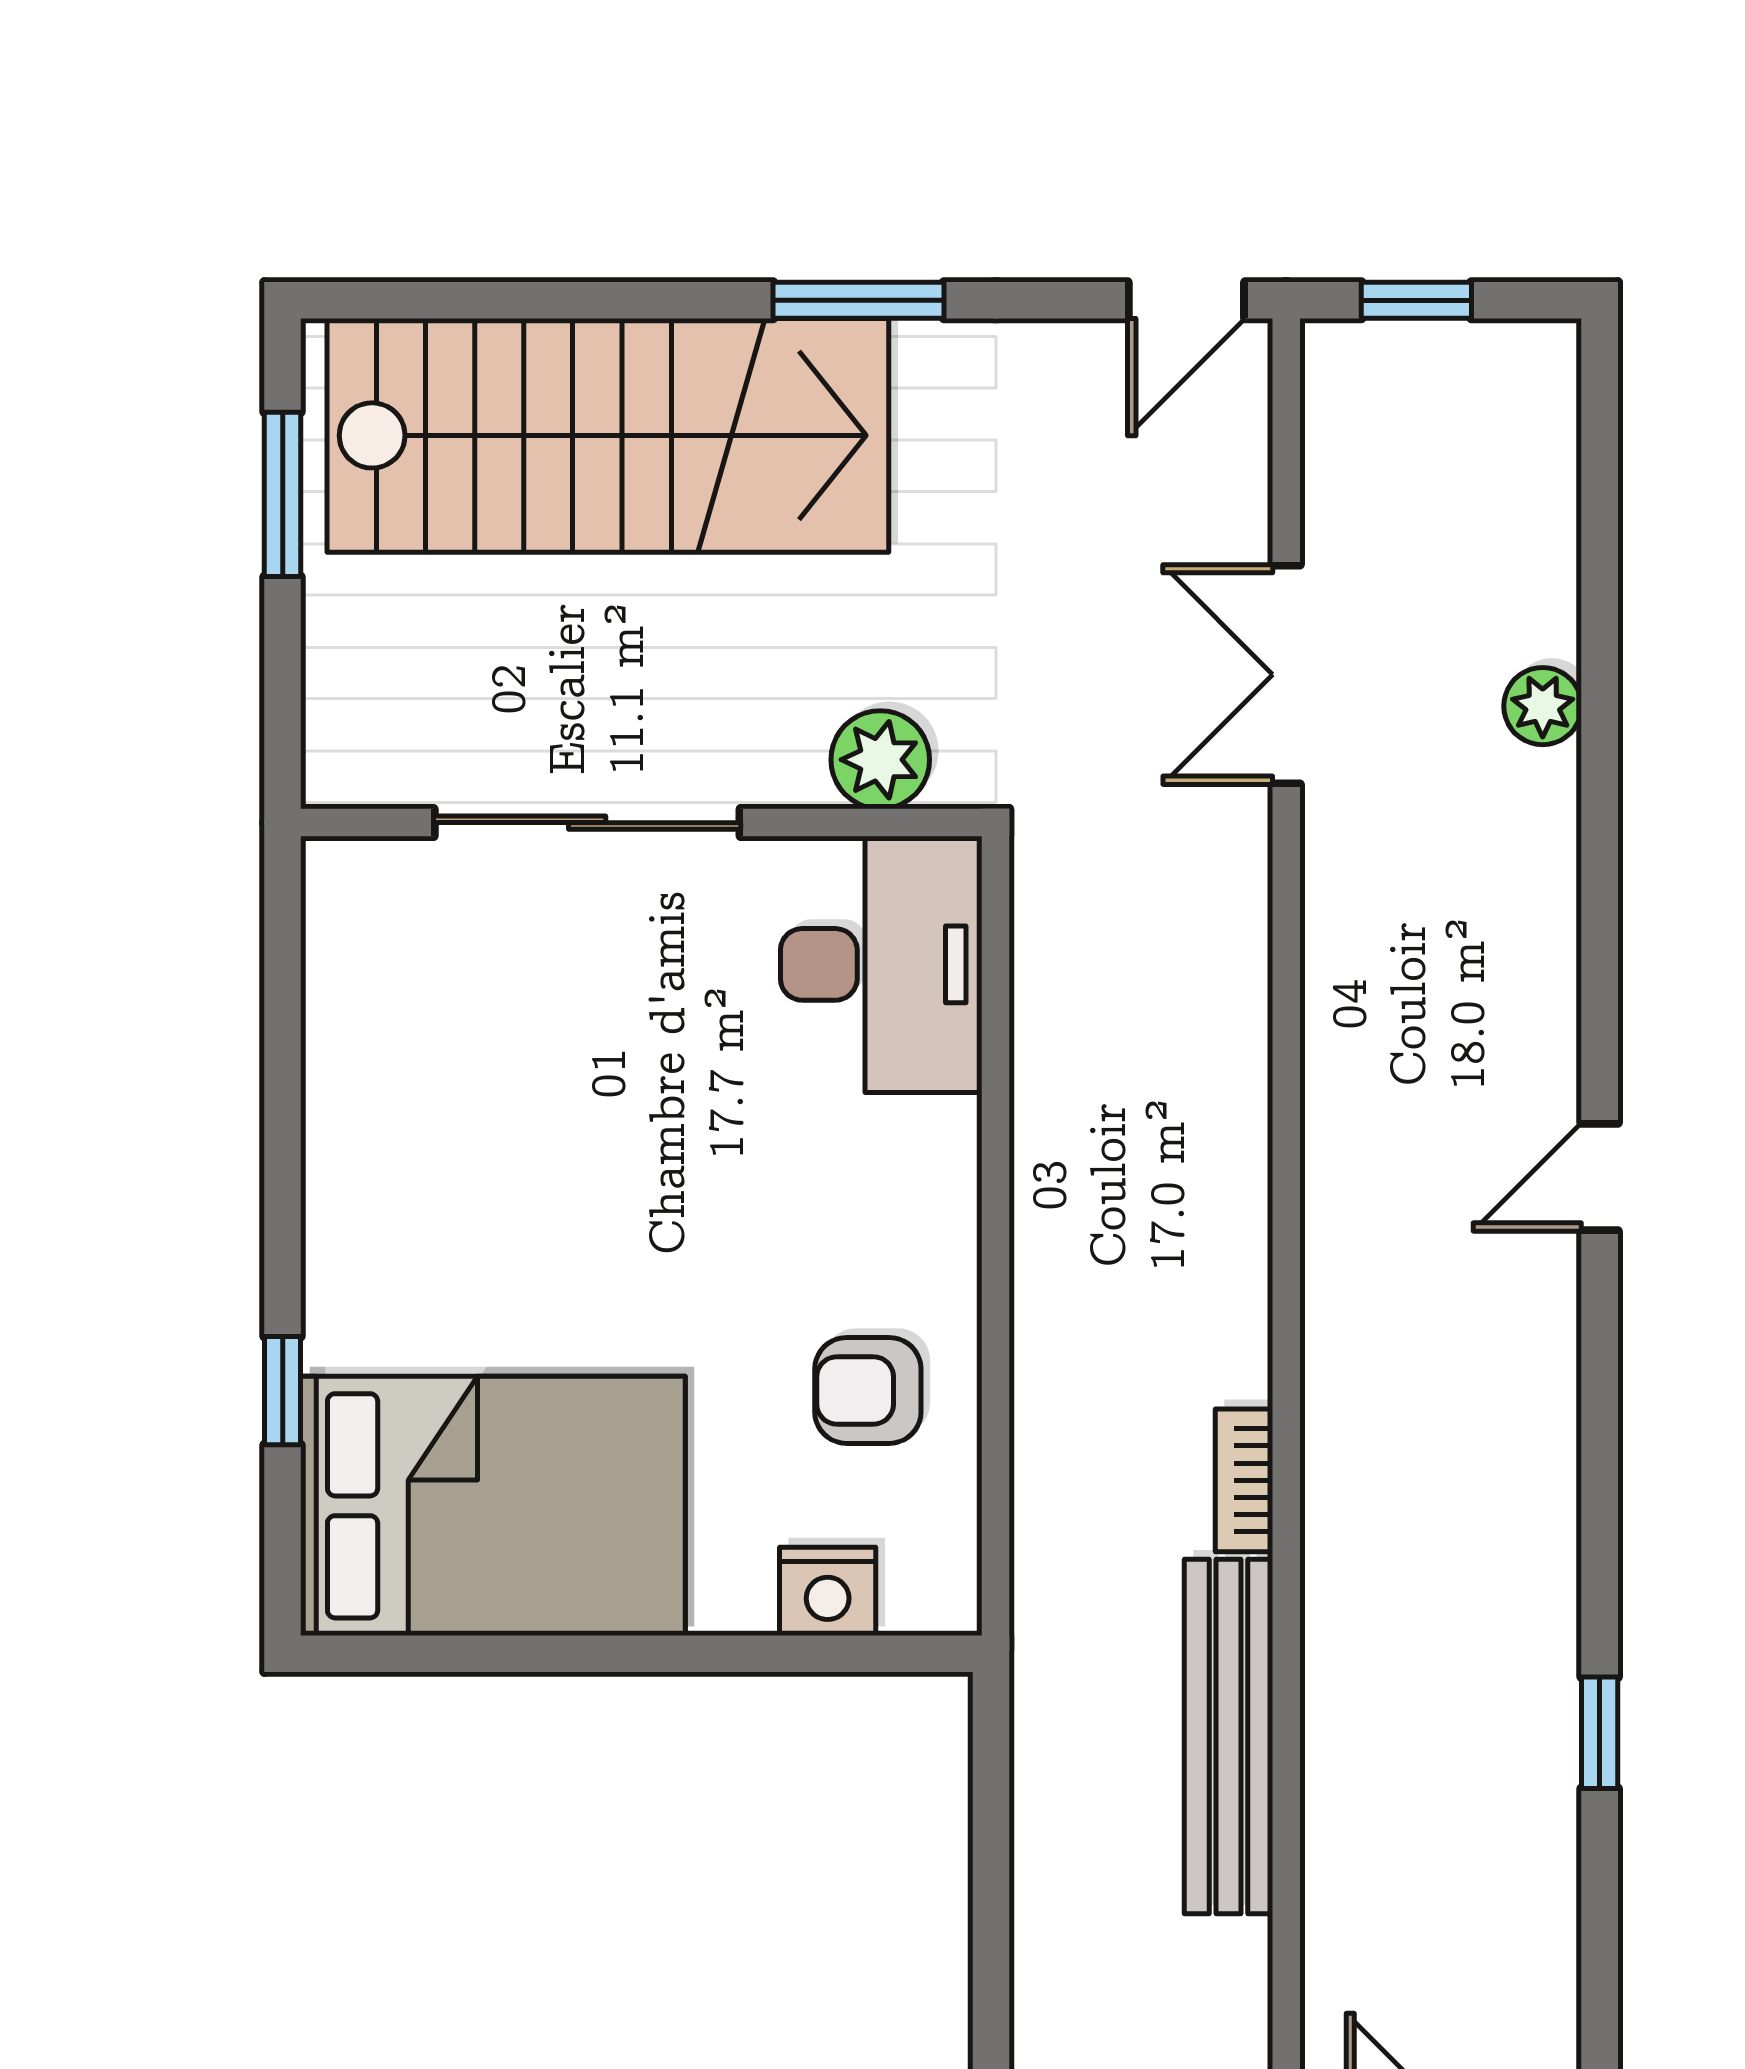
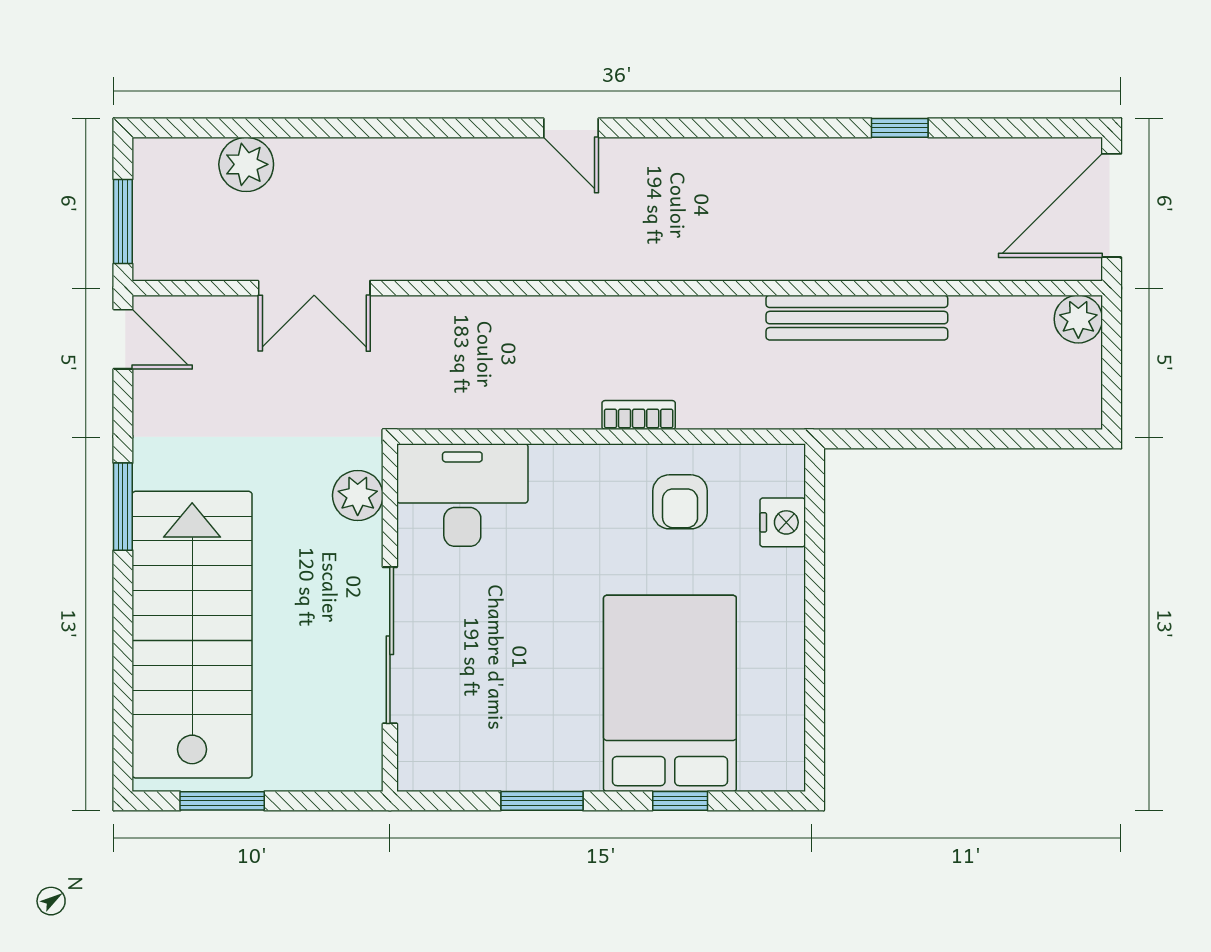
window: (1416, 300) -> (123, 222), width x1.50
plant: (1543, 706) -> (246, 164), moved, width x1.38, depth x1.38
window: (283, 1120) -> (542, 801), added
bookcase: (1244, 1480) -> (639, 415), moved, turned 180
bed: (493, 1506) -> (670, 693), moved
window: (1600, 1733) -> (900, 128), moved

